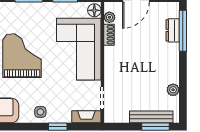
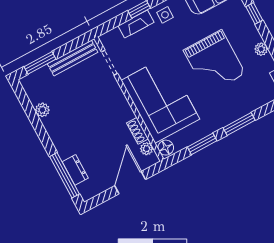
fireplace: (86, 117) -> (136, 24), moved
bench: (151, 117) -> (73, 58), moved

